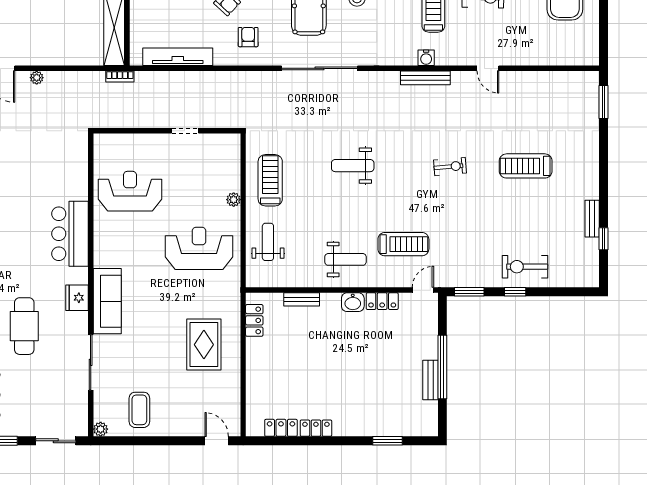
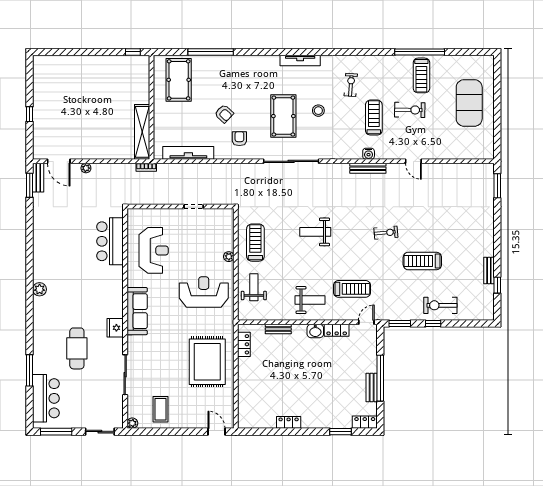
treadmill: (526, 166) -> (422, 261), moved
reception desk: (130, 191) -> (154, 250), turned 90
bar counter: (70, 234) -> (110, 241), moved
sofa: (107, 301) -> (137, 311), moved
rug: (204, 345) -> (207, 362), width x1.37, depth x1.44
locker: (281, 428) -> (365, 422), moved

